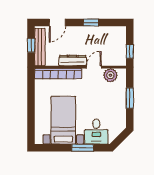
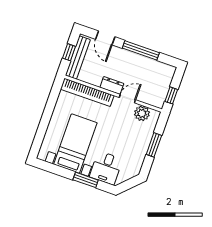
door: (57, 23) -> (105, 38), hinge flipped
window: (91, 23) -> (141, 50), width x2.17
dresser: (73, 61) -> (112, 85), width x0.70

